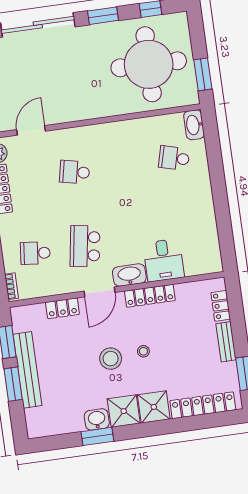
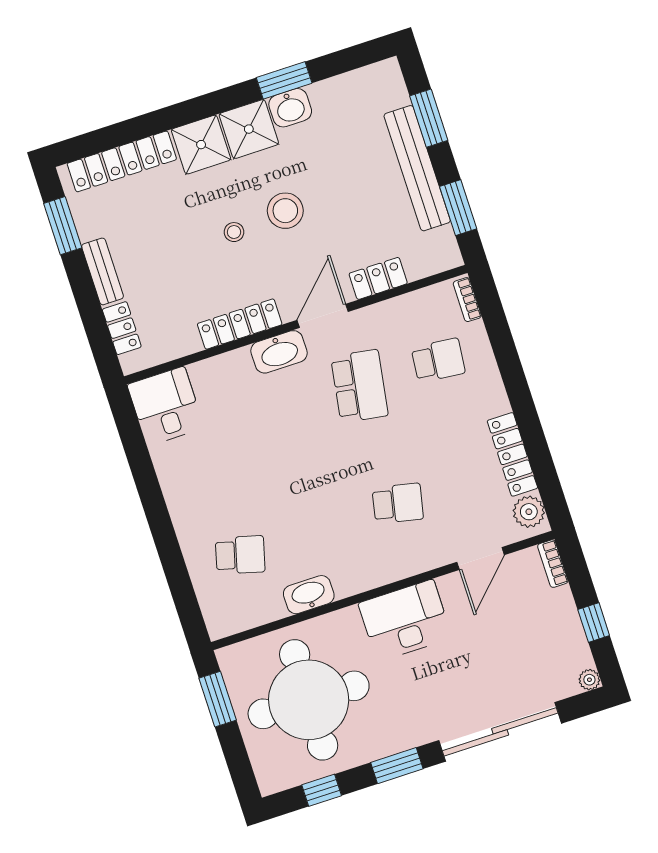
desk: (83, 101) -> (405, 620), added
washbasin: (194, 125) -> (309, 595), moved, turned -90
desk: (164, 260) -> (166, 406), moved
window: (13, 384) -> (429, 118), moved

